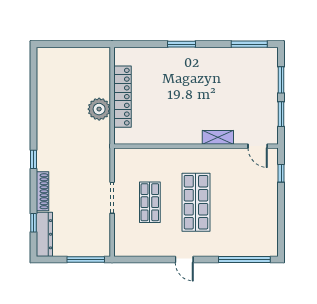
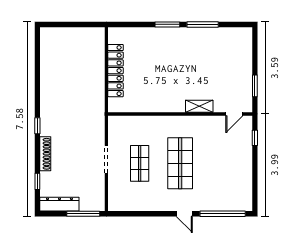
window: (249, 44) -> (203, 24), moved
window: (281, 80) -> (255, 56), removed
plant: (99, 109) -> (95, 82), removed
door: (258, 146) -> (234, 114), hinge flipped
dresser: (44, 234) -> (59, 204), moved, turned -90
door: (184, 260) -> (184, 214), moved

